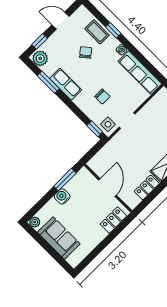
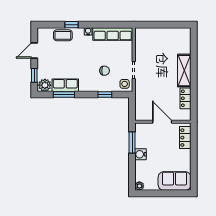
chair: (86, 52) -> (68, 54), removed
row of seats: (66, 84) -> (65, 85), moved
window: (95, 129) -> (105, 94), moved
sofa: (59, 238) -> (175, 181), moved

